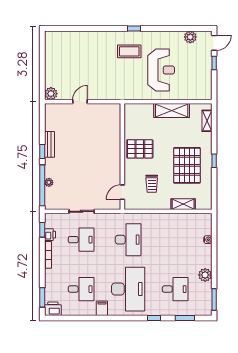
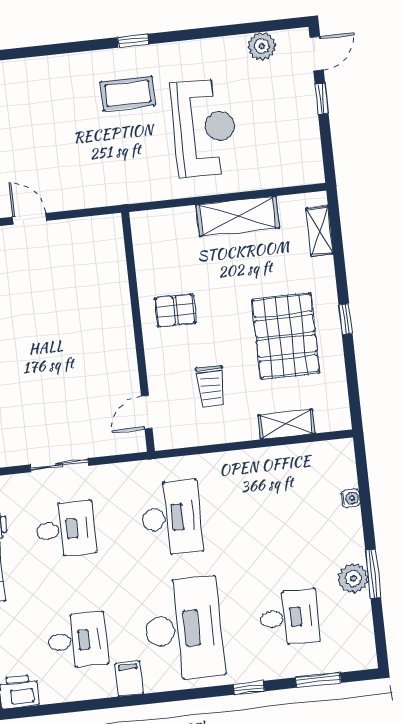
door: (80, 102) -> (29, 219), hinge flipped
pallet: (140, 149) -> (175, 310), width x0.67, depth x0.71
window: (214, 300) -> (373, 574), moved

